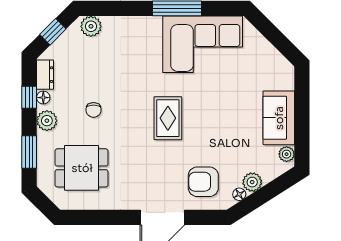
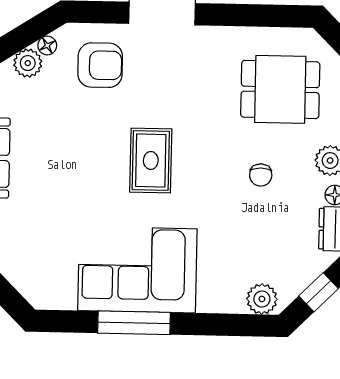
corner sofa: (203, 44) -> (137, 270), moved
chair: (94, 110) -> (261, 175), turned 180

